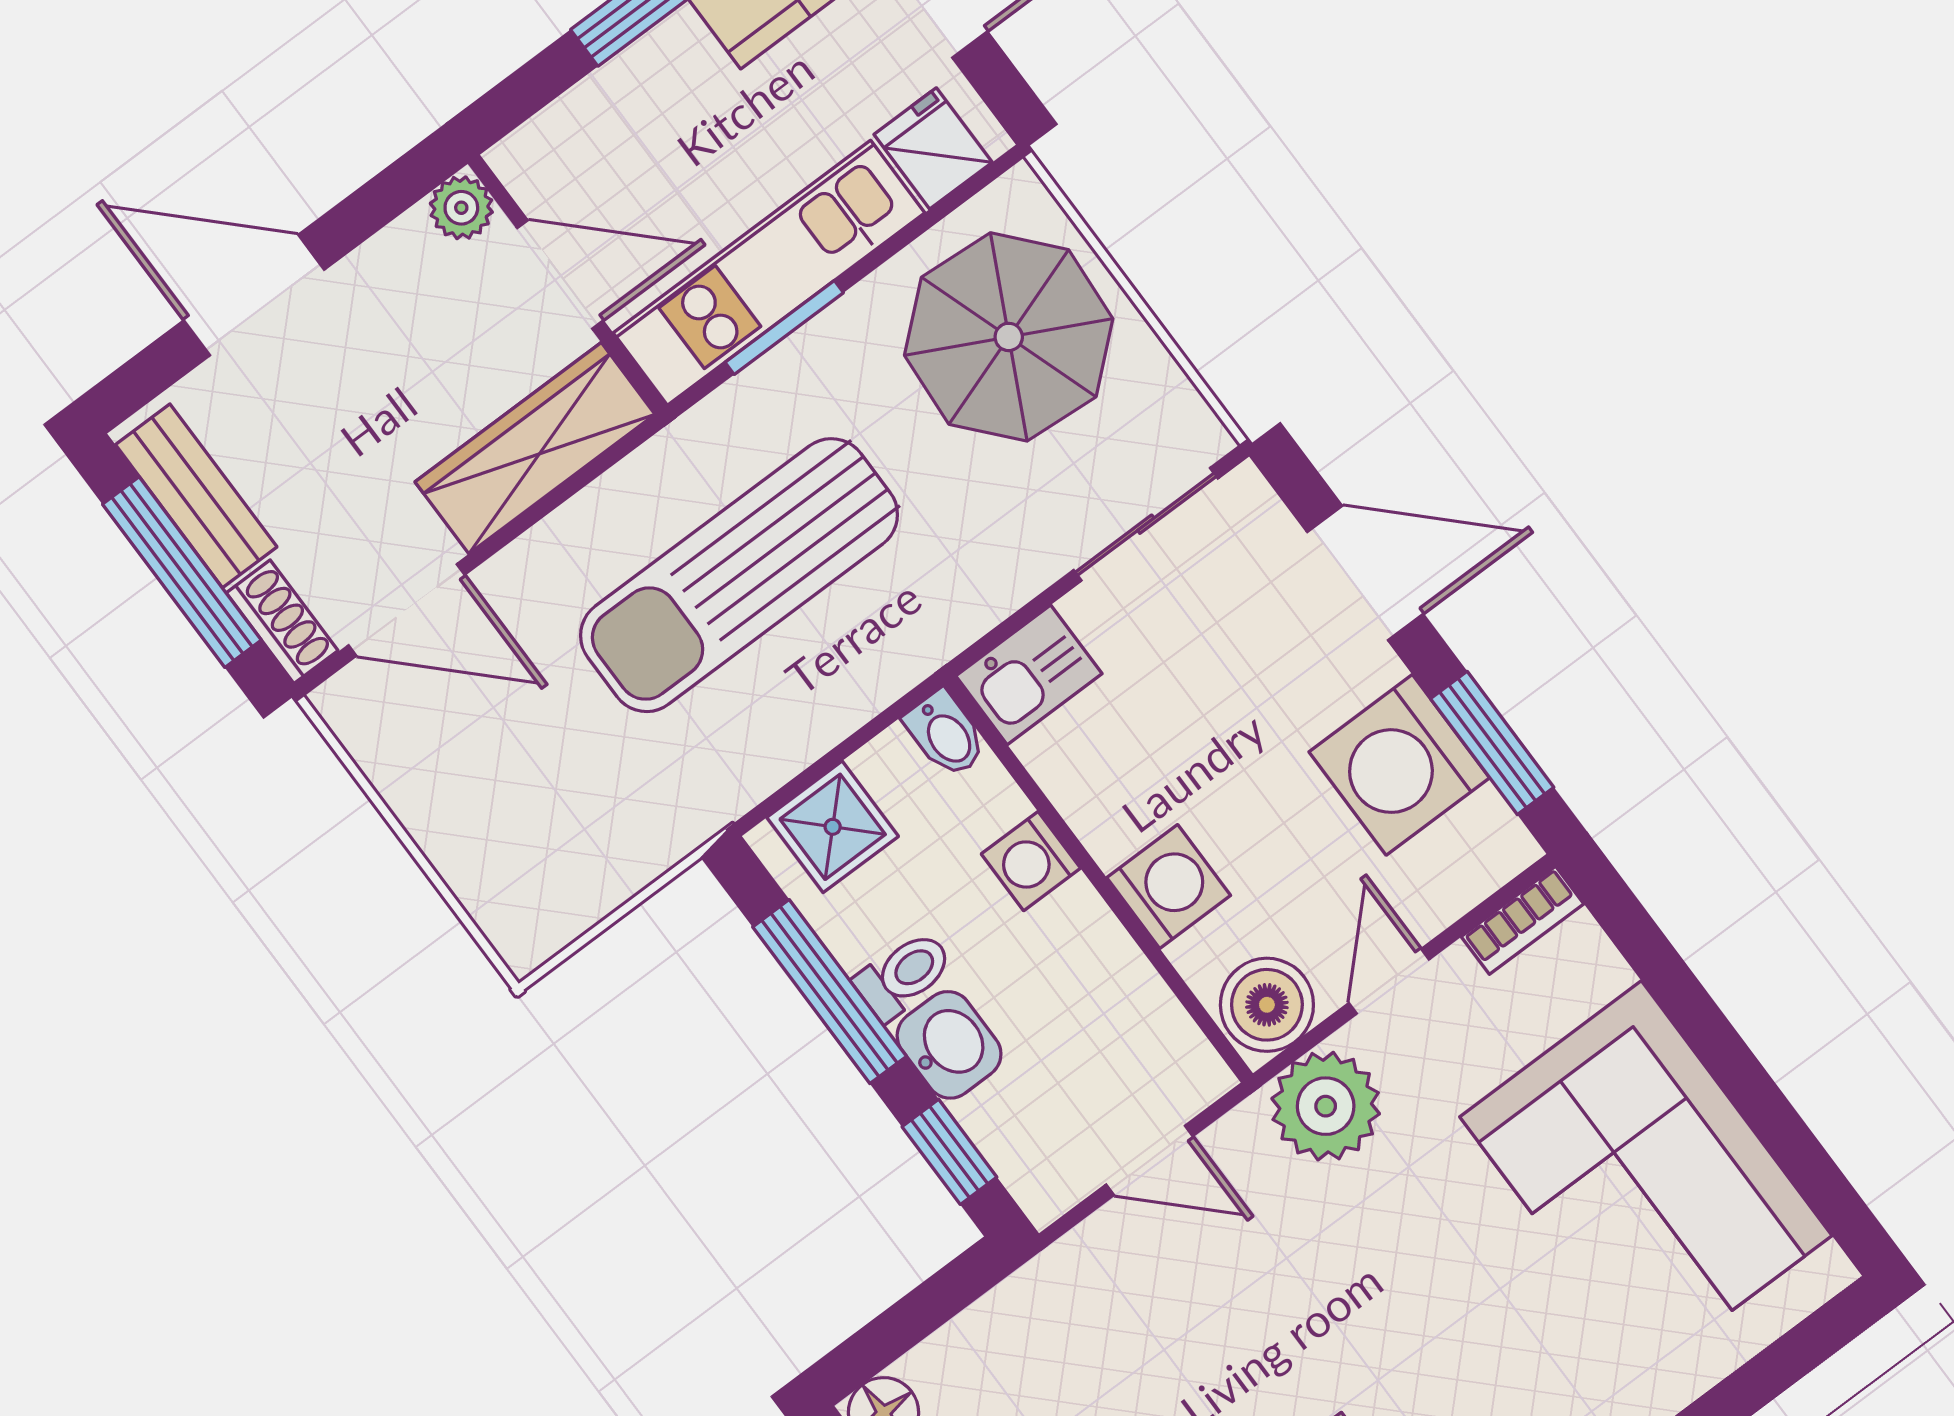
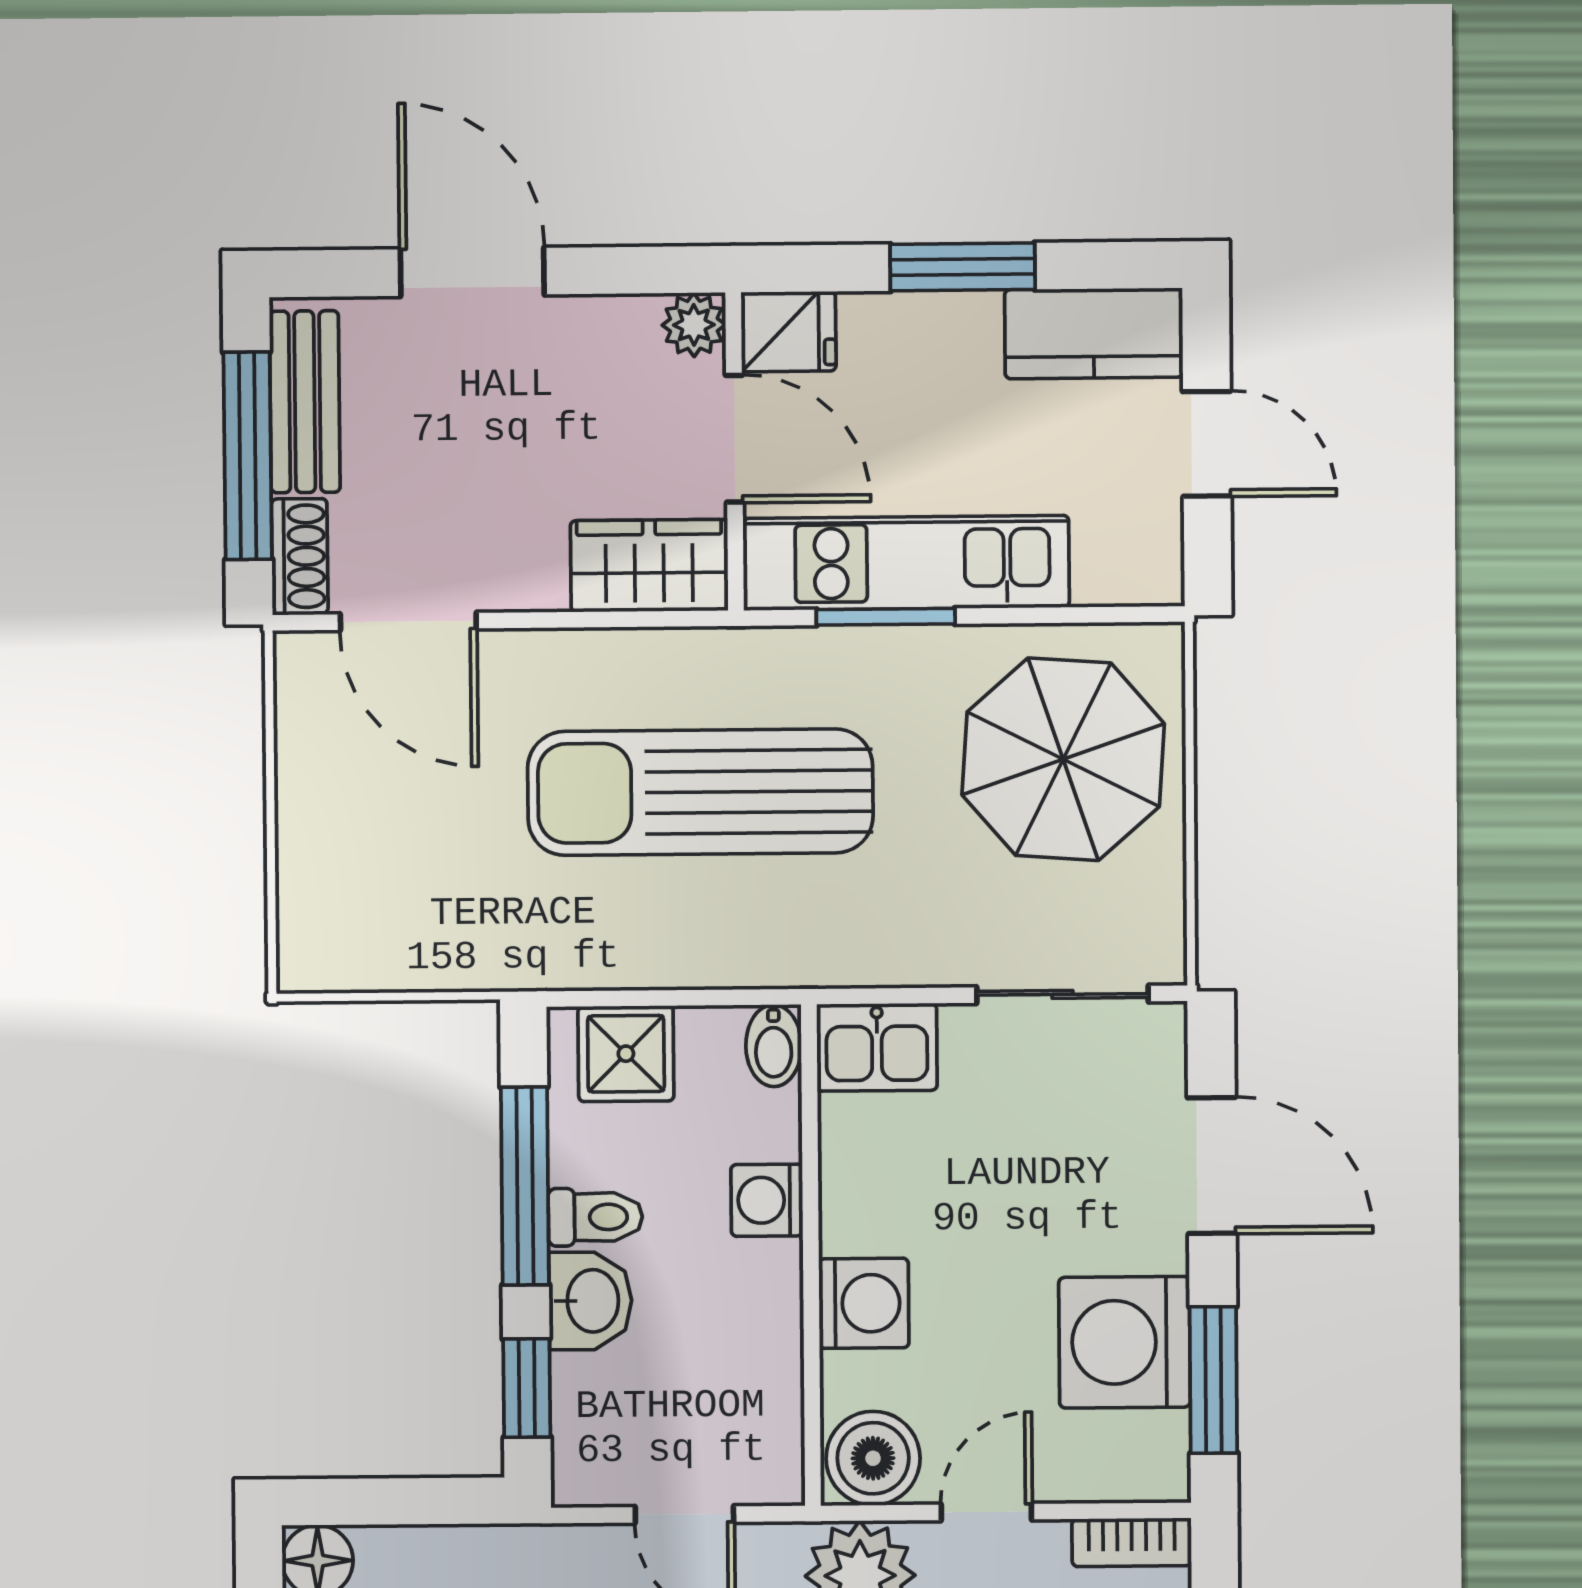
fridge: (933, 148) -> (789, 332), moved, turned 90
wardrobe: (535, 448) -> (649, 566), width x0.67

